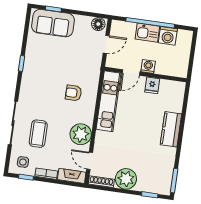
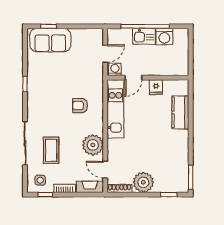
floor lamp: (98, 24) -> (95, 35), removed
washing machine: (148, 67) -> (115, 69), moved
kitchen counter: (171, 129) -> (180, 112), moved

